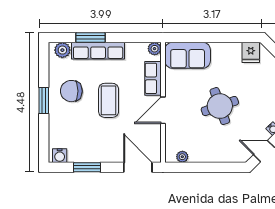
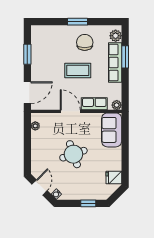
water cooler: (60, 156) -> (36, 34), removed

